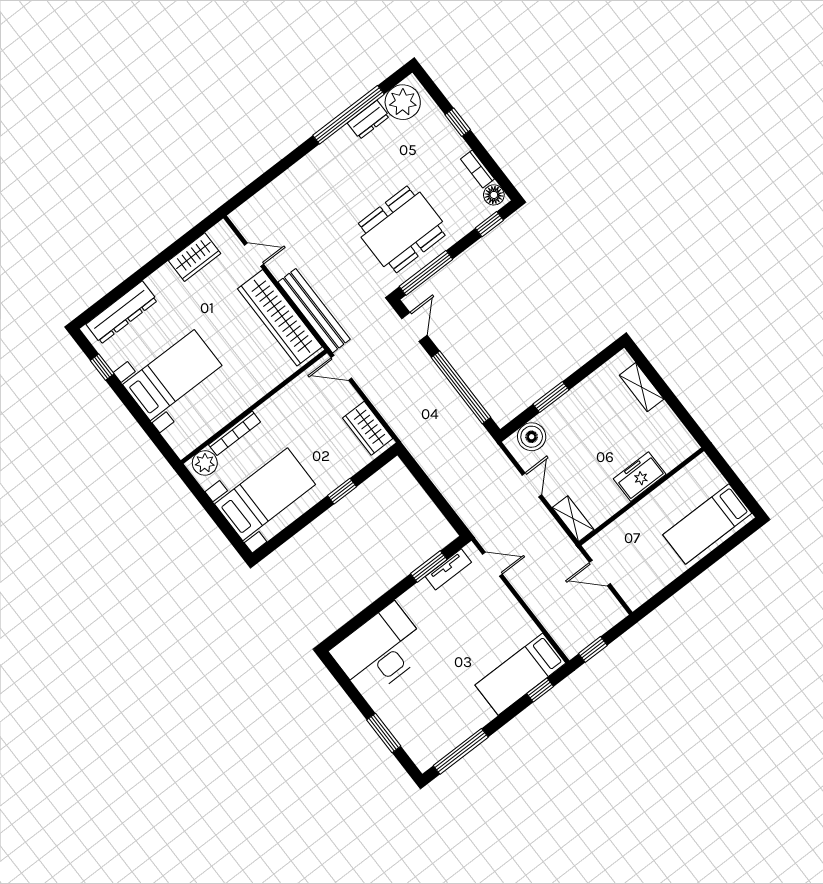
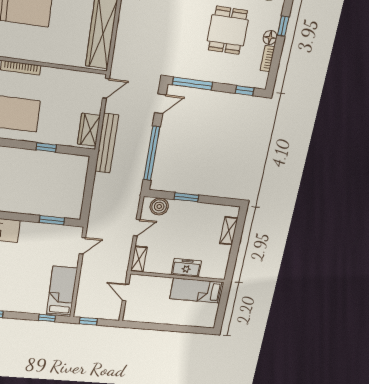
floor lamp: (494, 195) -> (270, 37), moved
dining table: (402, 229) -> (228, 30), moved, width x0.73
bench: (314, 311) -> (107, 143), moved
door: (341, 368) -> (106, 88), swing flipped
bed: (707, 524) -> (197, 290), moved
door: (492, 564) -> (82, 246), hinge flipped
tv unit: (448, 569) -> (60, 230), removed
bed: (520, 674) -> (62, 292), moved, turned 90

